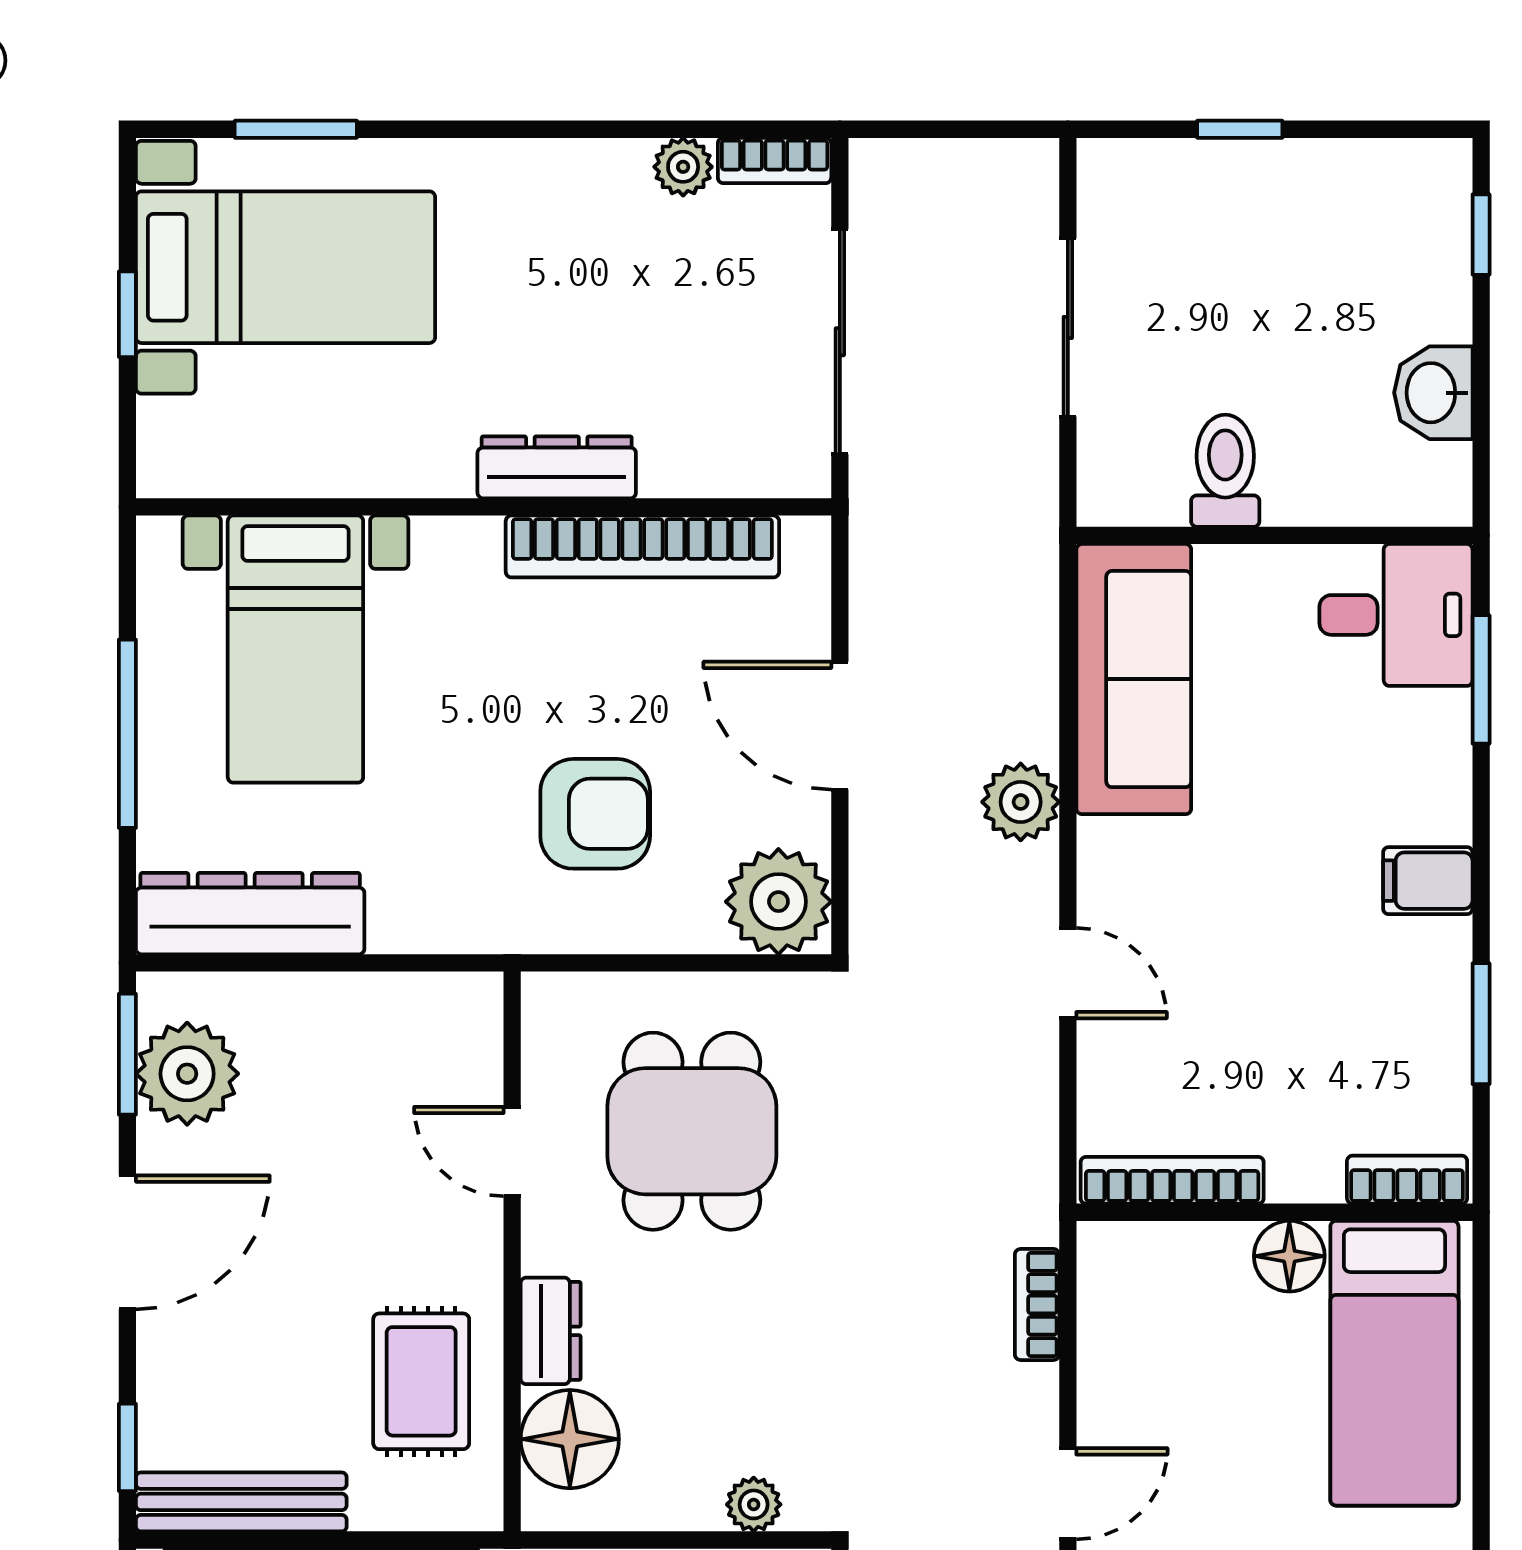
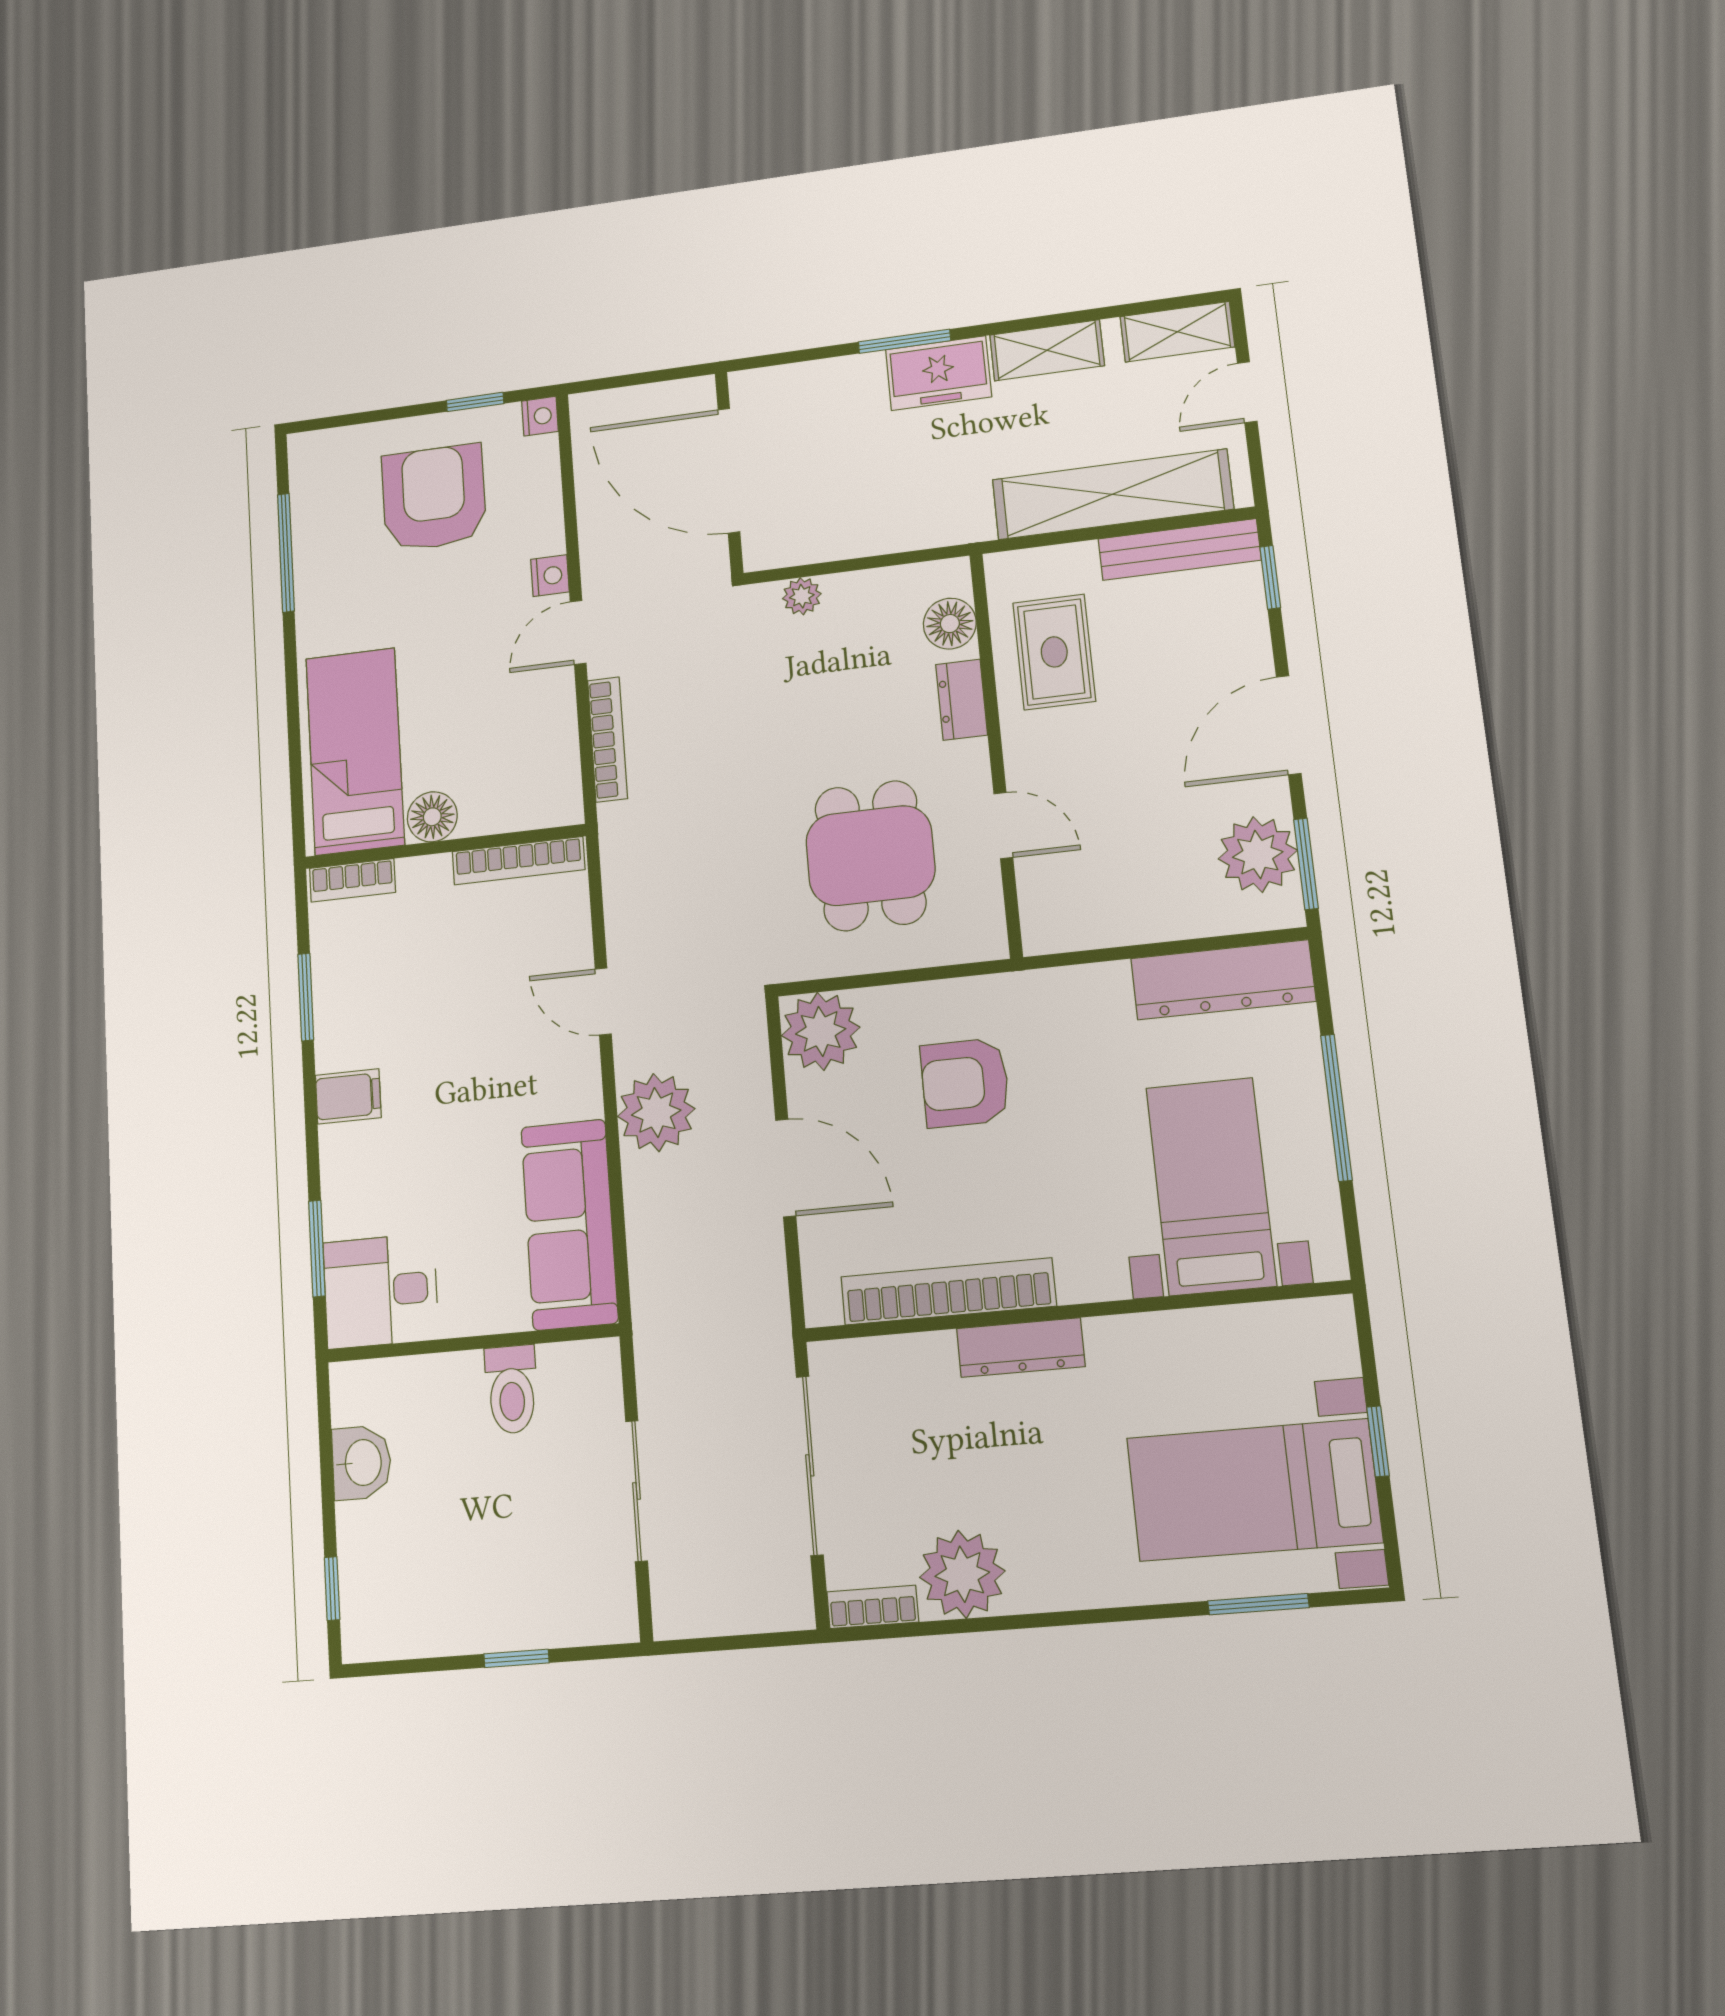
plant: (683, 167) -> (962, 1574), width x1.88, depth x1.88
plant: (1021, 802) -> (656, 1113), width x1.36, depth x1.36
bookcase: (1037, 1304) -> (608, 739), width x1.56
floor lamp: (570, 1439) -> (950, 624), width x0.73, depth x0.73

